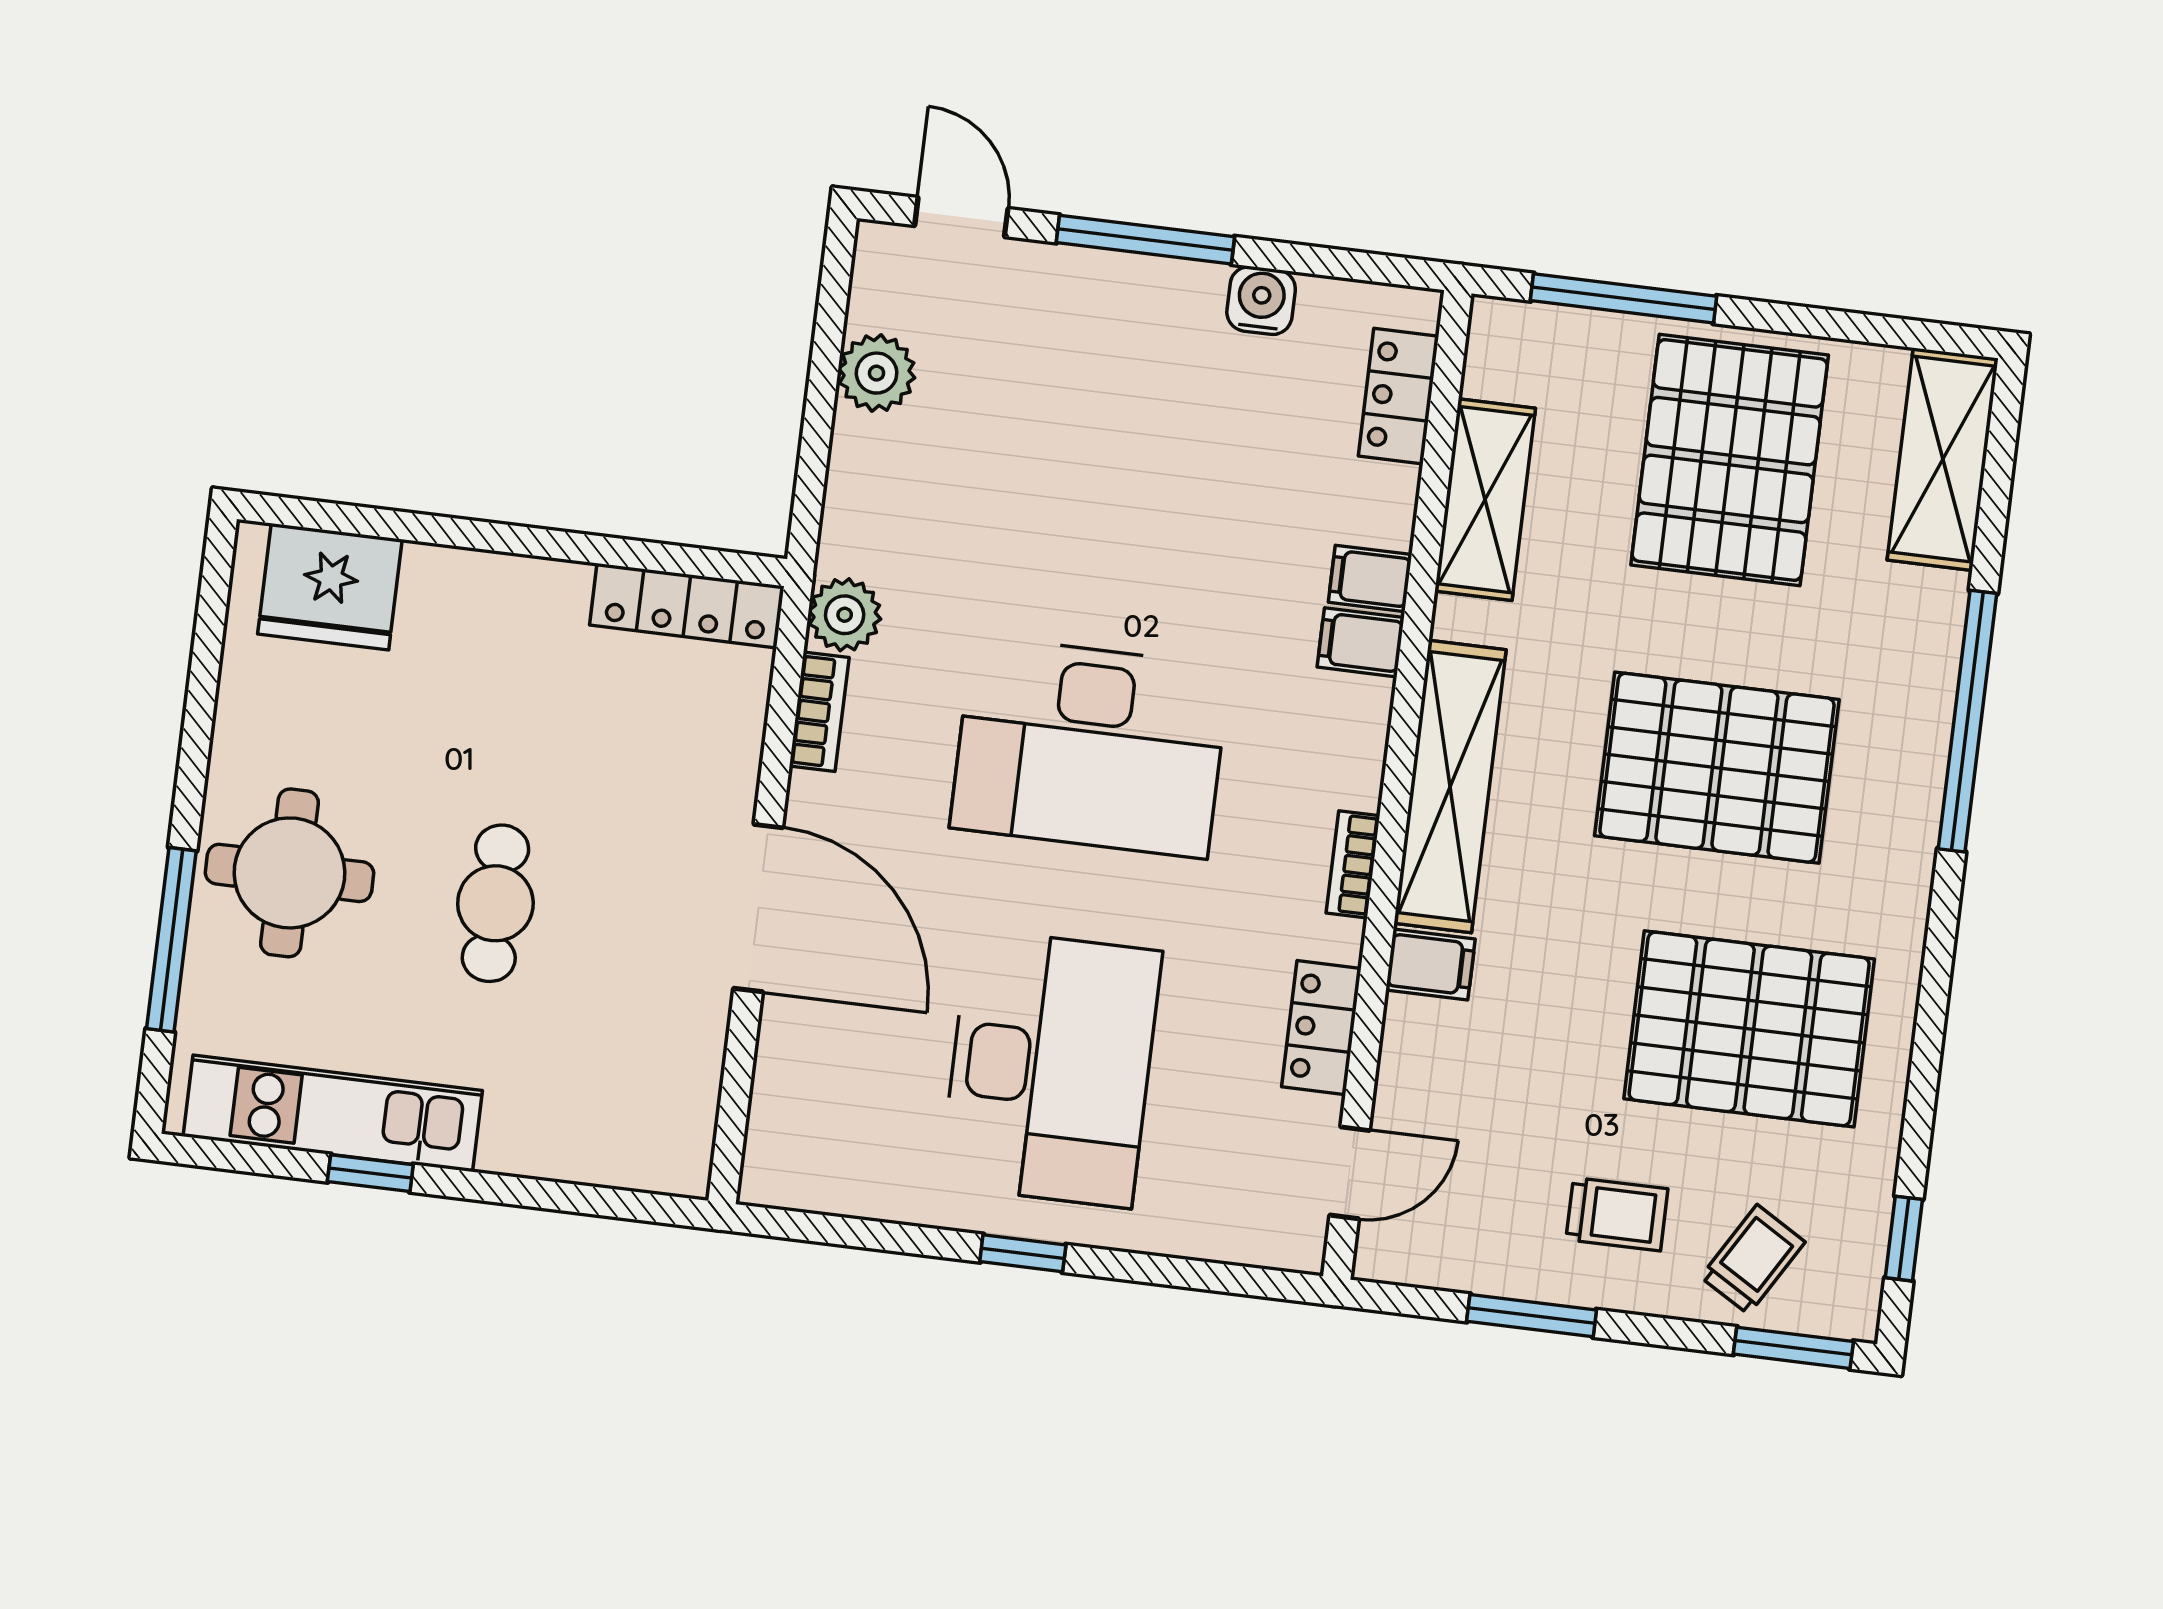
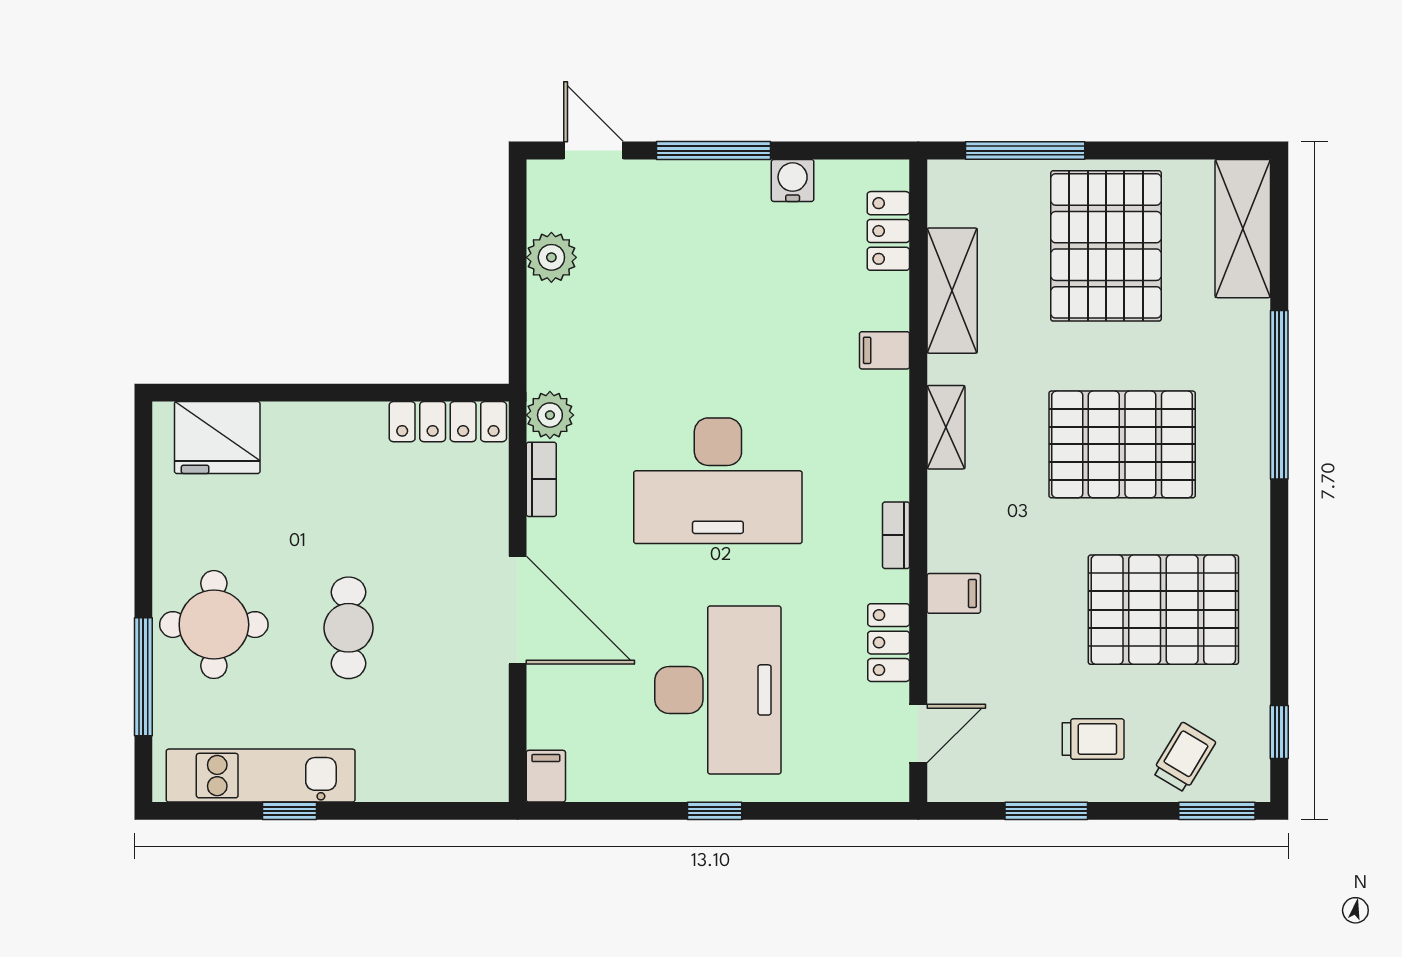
filing cabinet: (1361, 642) -> (546, 776), moved, turned 90
shelving: (1450, 786) -> (946, 427), width x0.45, depth x0.75

